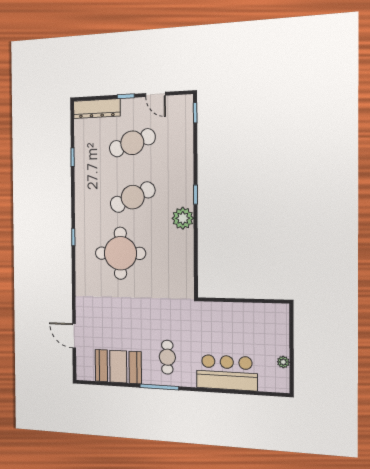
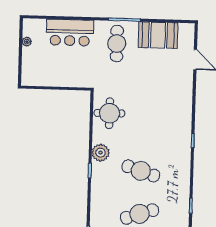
cafe table: (133, 197) -> (141, 171), turned 42
round table: (120, 253) -> (109, 113), moved, width x0.73, depth x0.73
cafe table: (167, 357) -> (117, 44), width x1.37, depth x1.35

